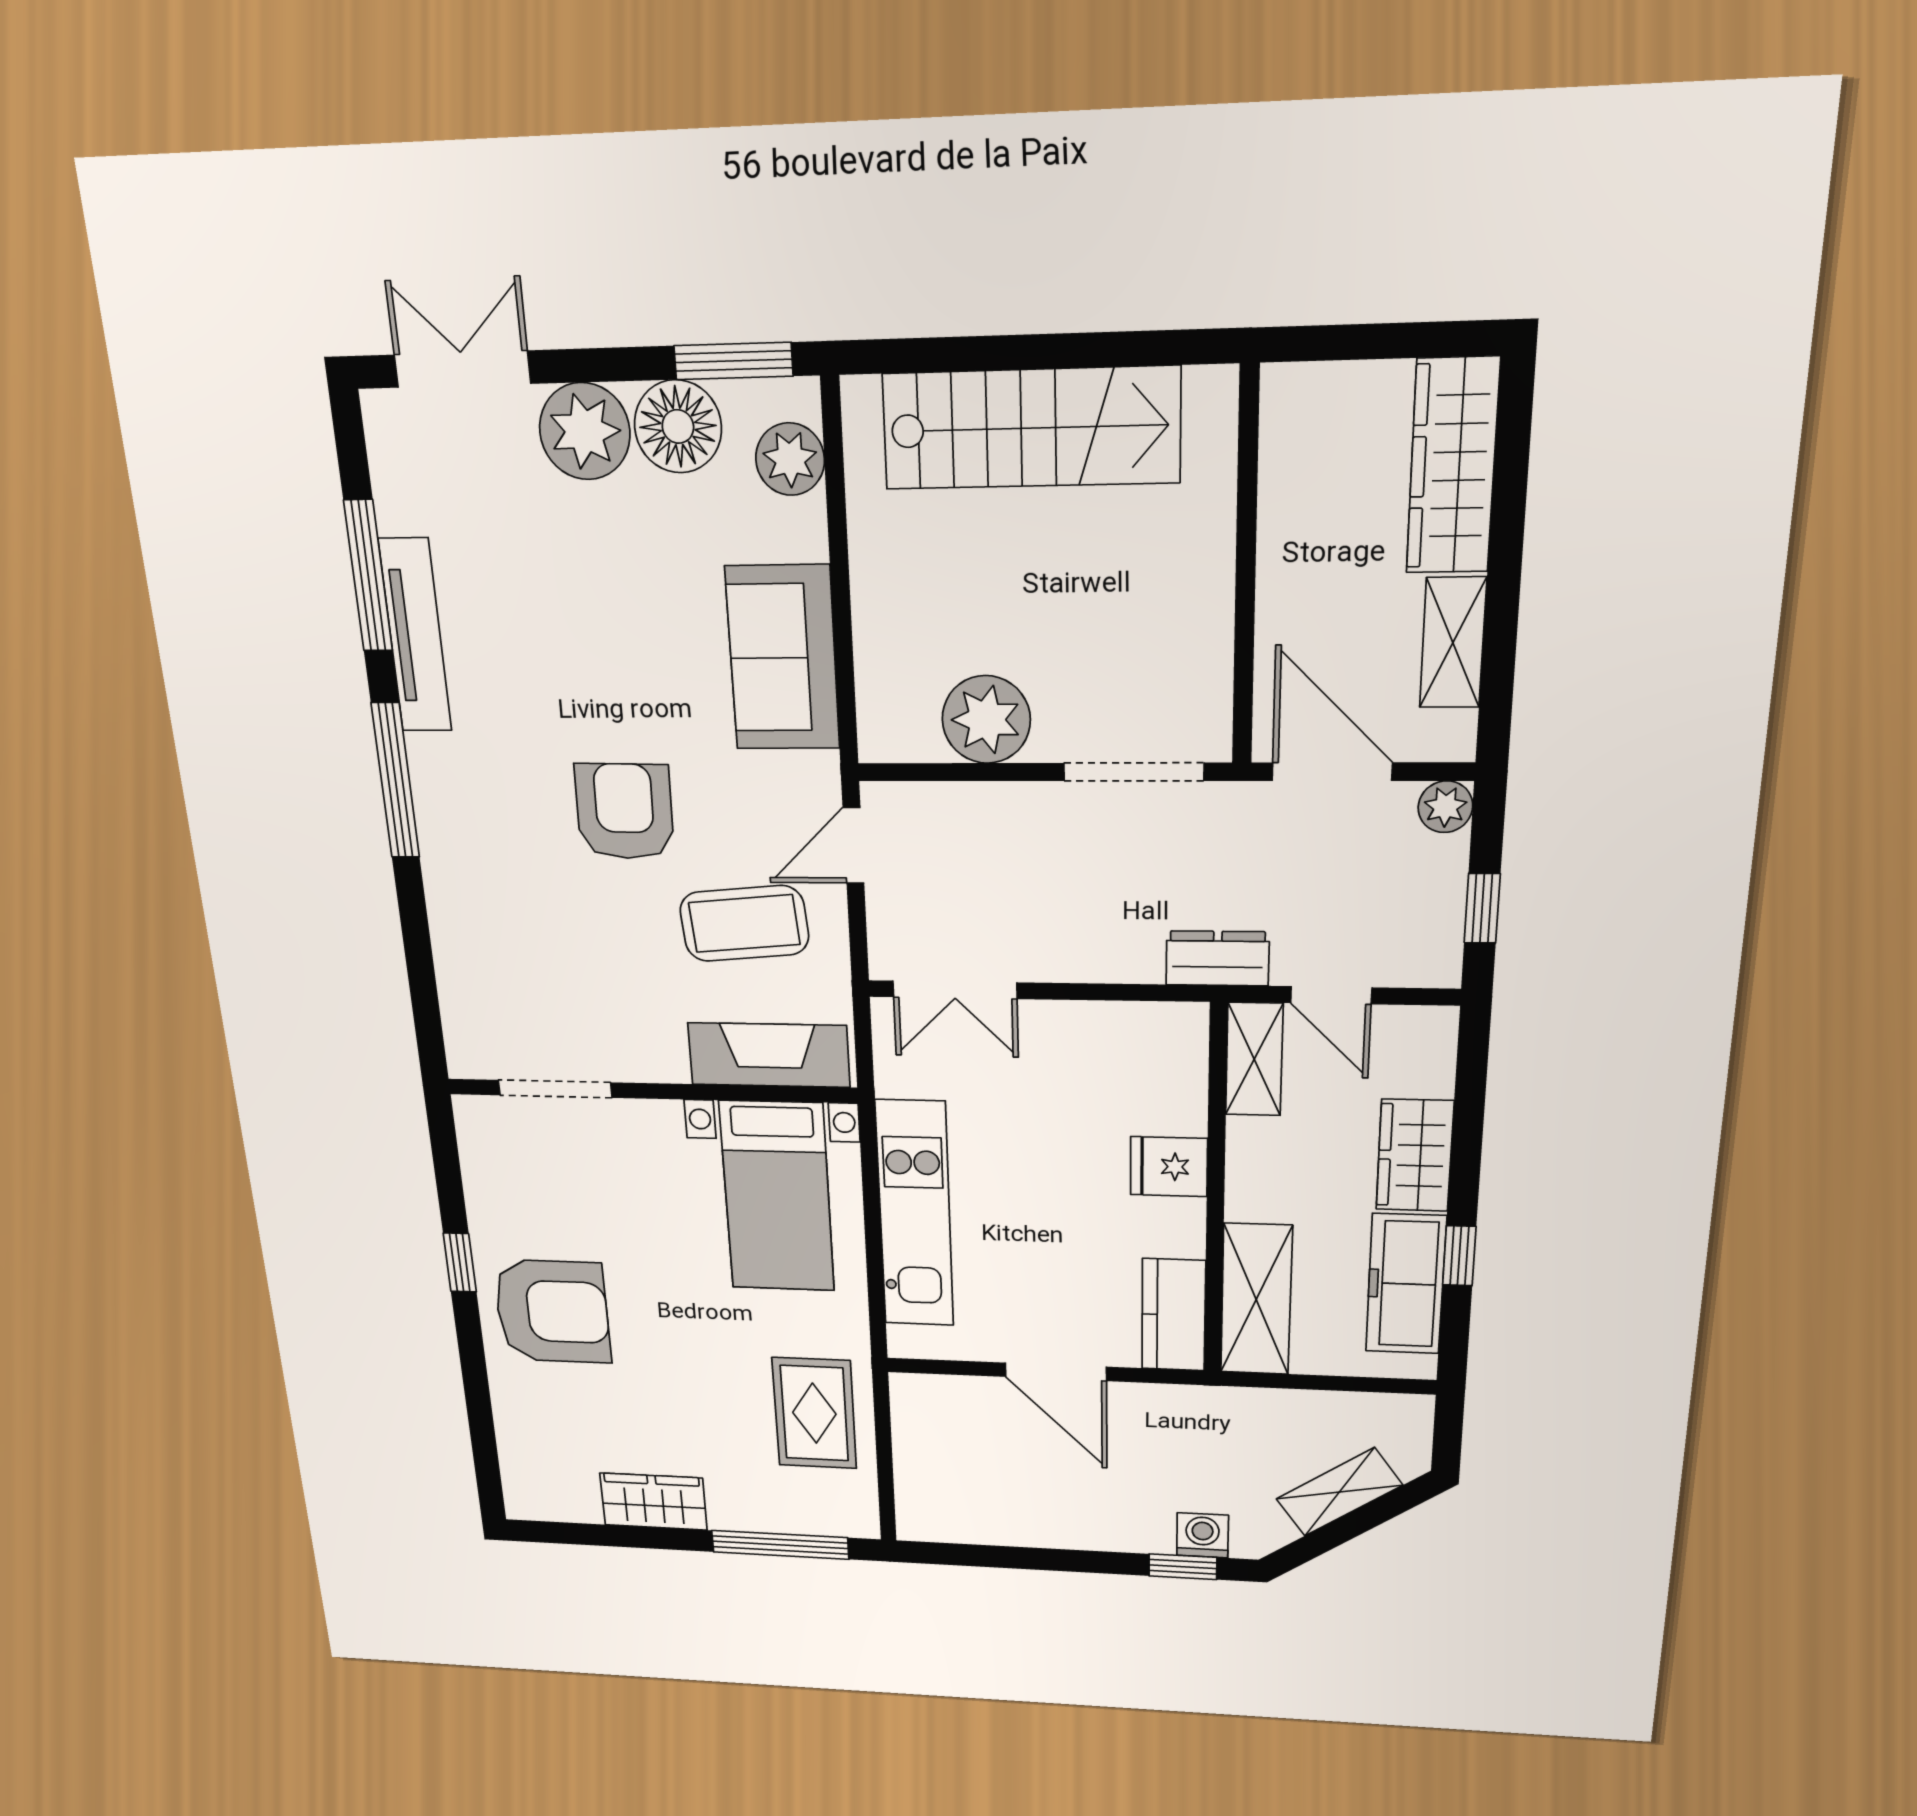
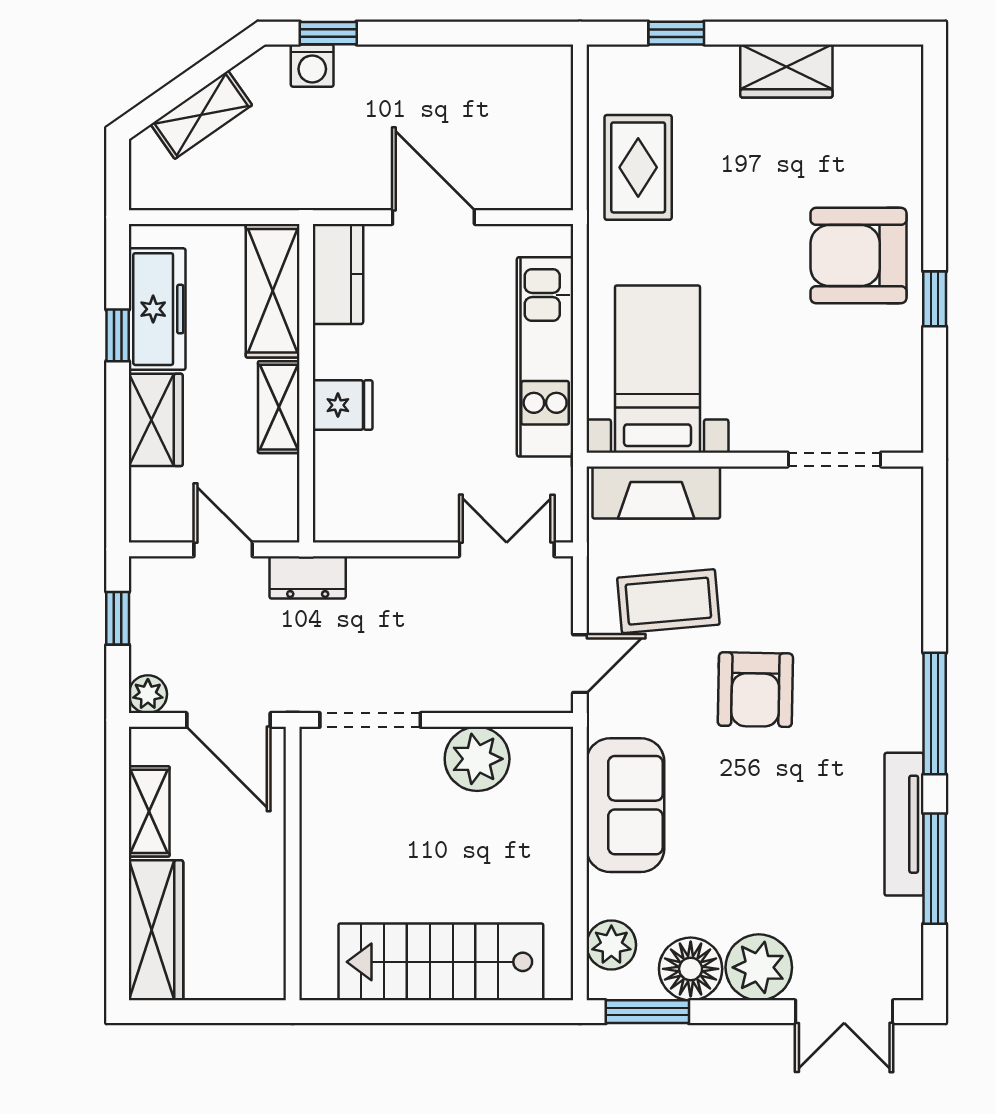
shelving: (1254, 1059) -> (279, 407), moved
window: (780, 1545) -> (676, 33), width x0.46

